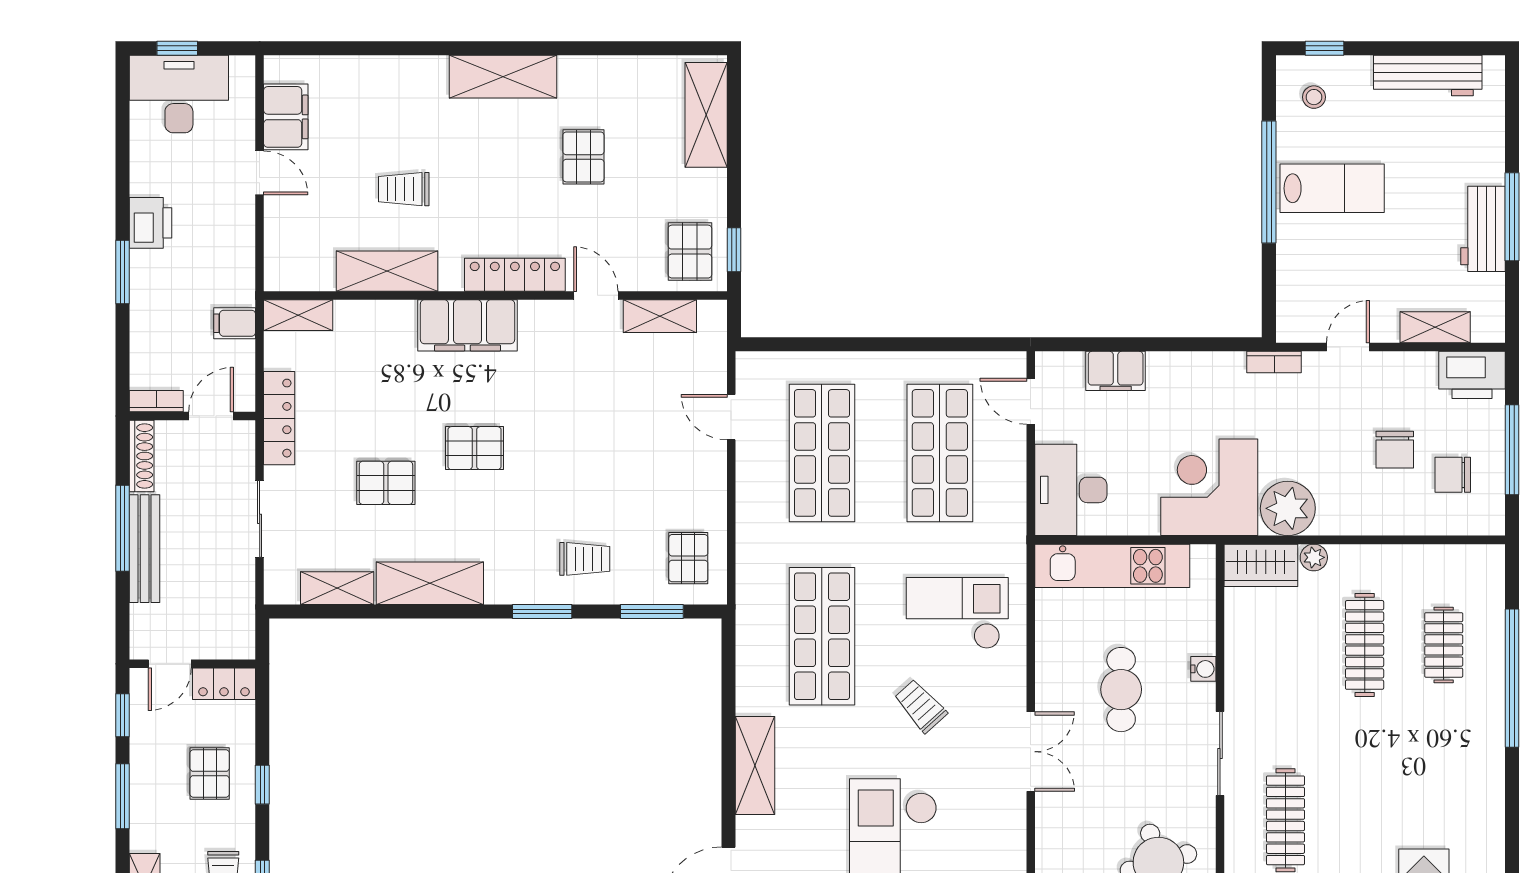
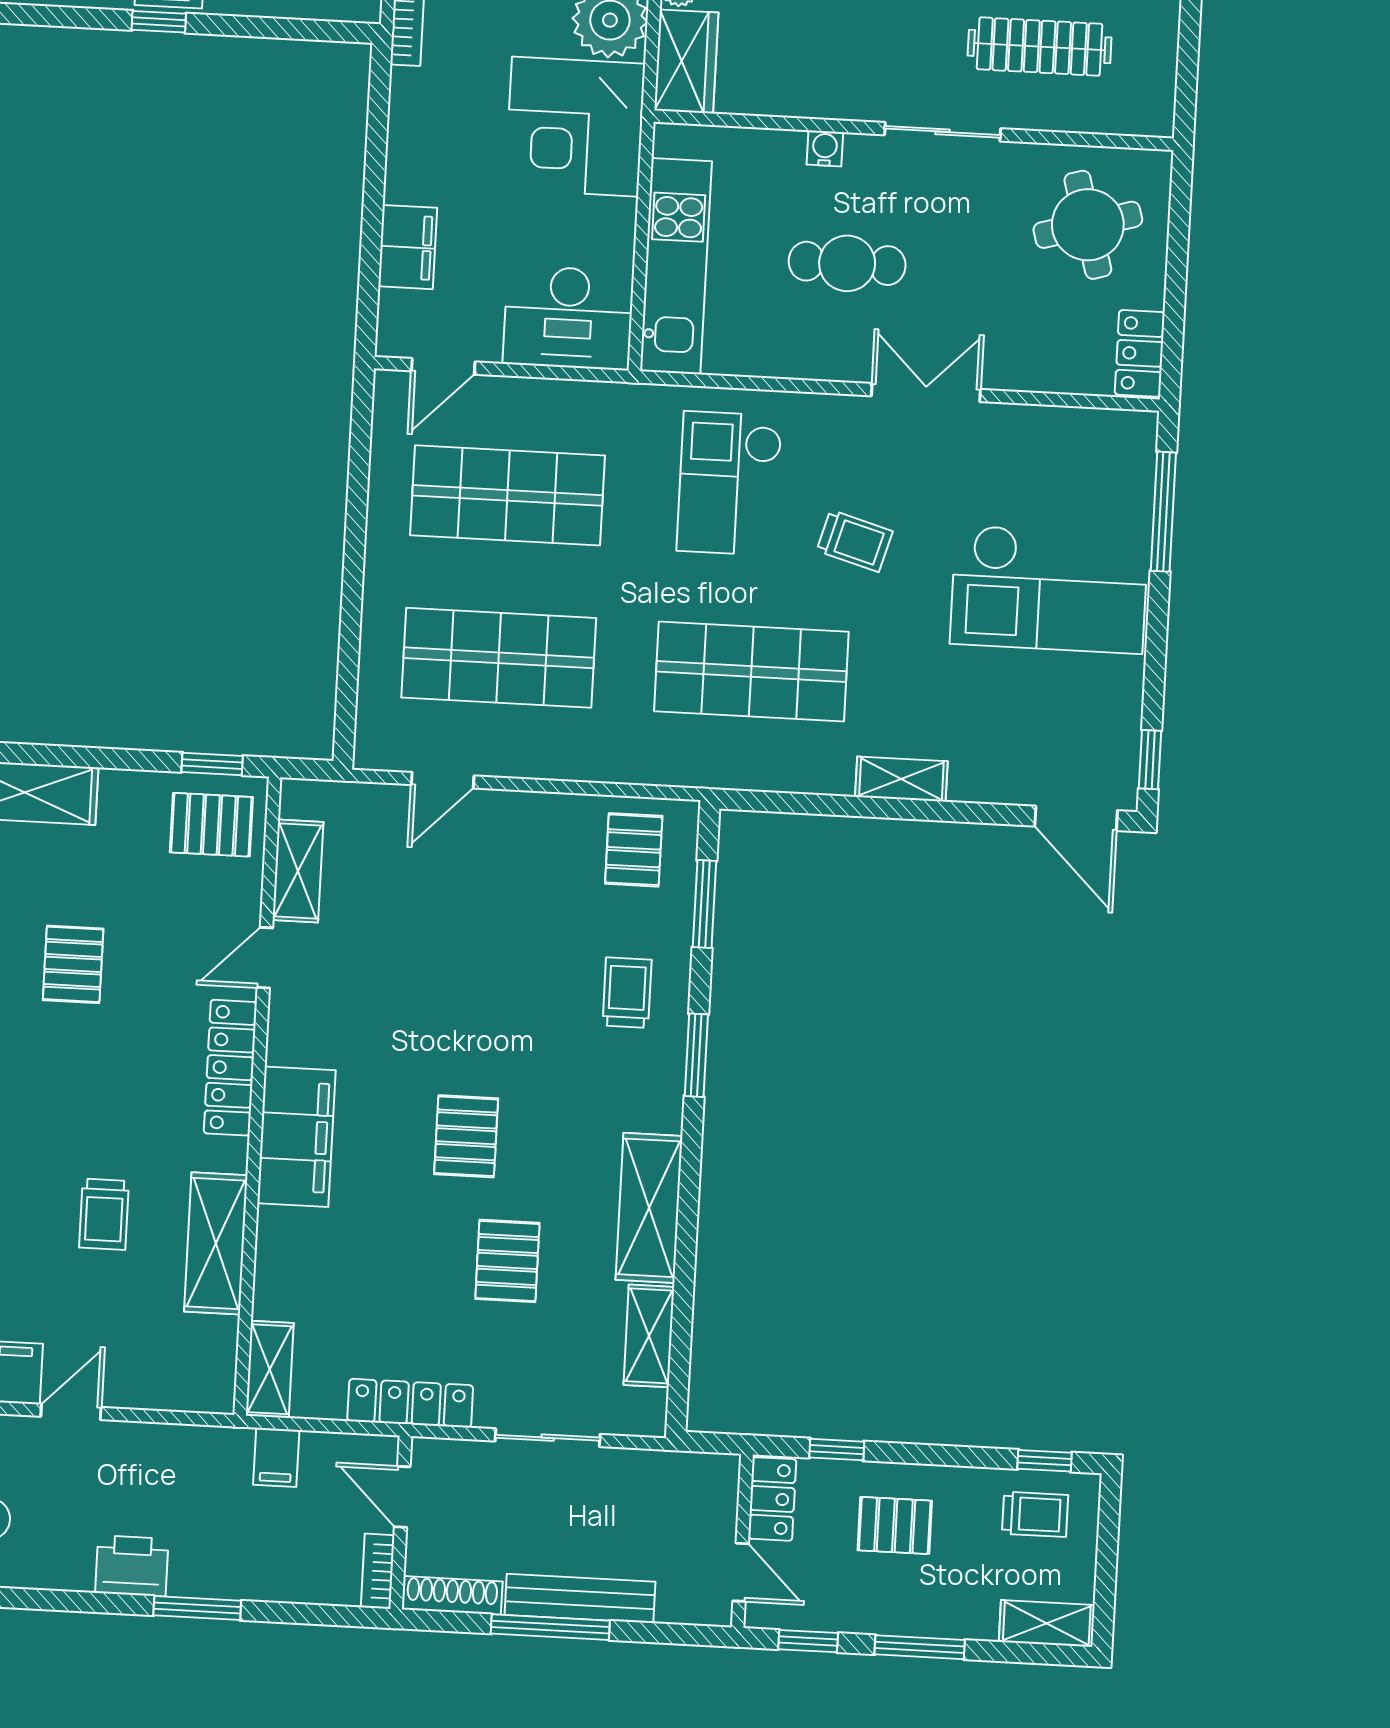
pallet: (583, 157) -> (73, 964), turned 90
window: (1269, 182) -> (159, 22), width x0.32
pallet: (688, 558) -> (634, 850), turned 90
trolley: (921, 706) -> (855, 541), turned -122
shelving: (755, 765) -> (901, 779), width x0.67, depth x0.75
window: (262, 785) -> (837, 1450), moved

